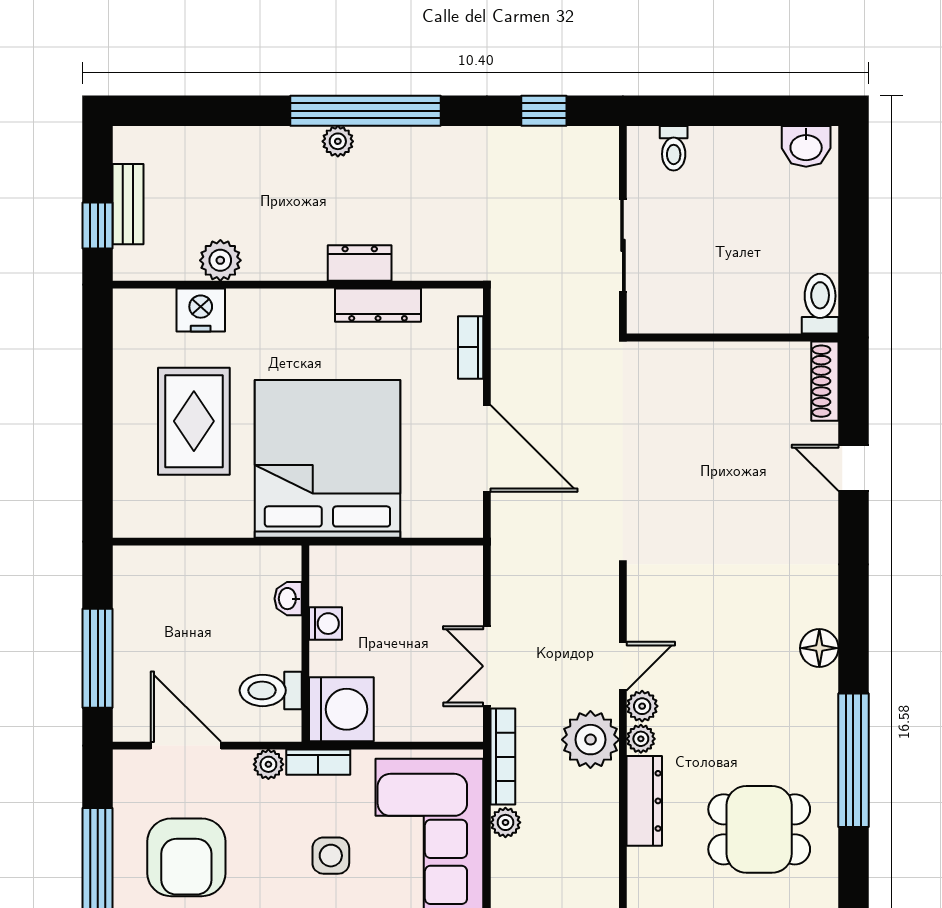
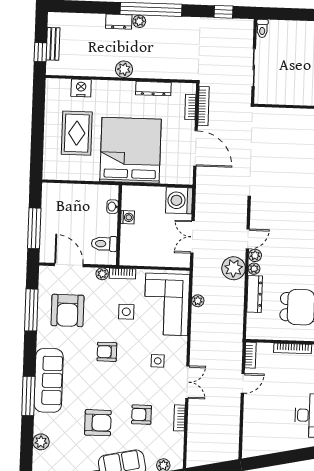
toilet: (674, 148) -> (262, 28), moved
plant: (220, 260) -> (124, 69), moved
dresser: (360, 263) -> (119, 22), moved, turned 180
washing machine: (341, 709) -> (179, 200), moved, turned 180
bookcase: (503, 757) -> (204, 106), moved

